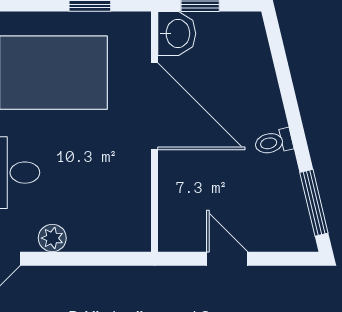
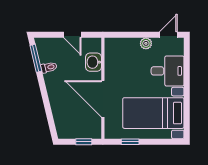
washbasin: (177, 34) -> (94, 62), moved
toilet: (274, 142) -> (49, 67), moved

